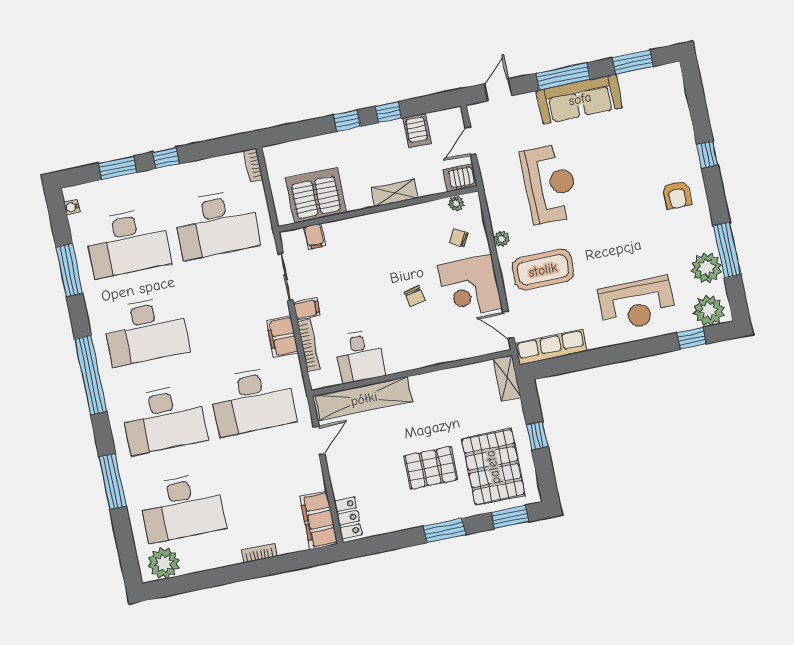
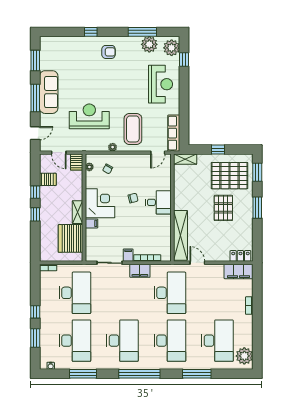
door: (498, 90) -> (35, 133), swing flipped
shelving: (395, 193) -> (78, 212), moved
filing cabinet: (314, 236) -> (92, 223), moved
corner desk: (470, 286) -> (100, 203), moved, turned -90
desk: (360, 356) -> (158, 202), moved

